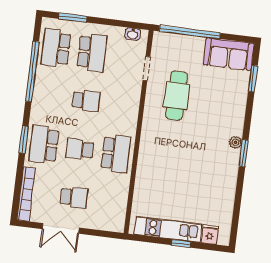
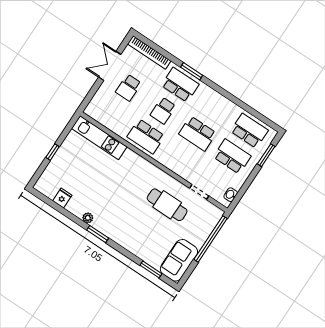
school desk: (92, 52) -> (232, 156), turned 180
window: (32, 71) -> (240, 104), removed
school desk: (86, 101) -> (198, 134), width x1.85
plant: (236, 142) -> (88, 218), moved
school desk: (80, 149) -> (163, 111), turned 180
kitchen unit: (168, 229) -> (99, 138), moved, turned 90
fridge: (210, 235) -> (62, 198), moved, turned -90

